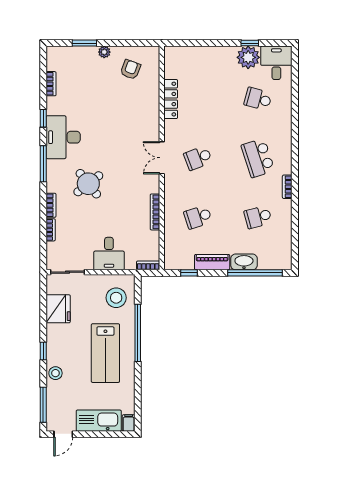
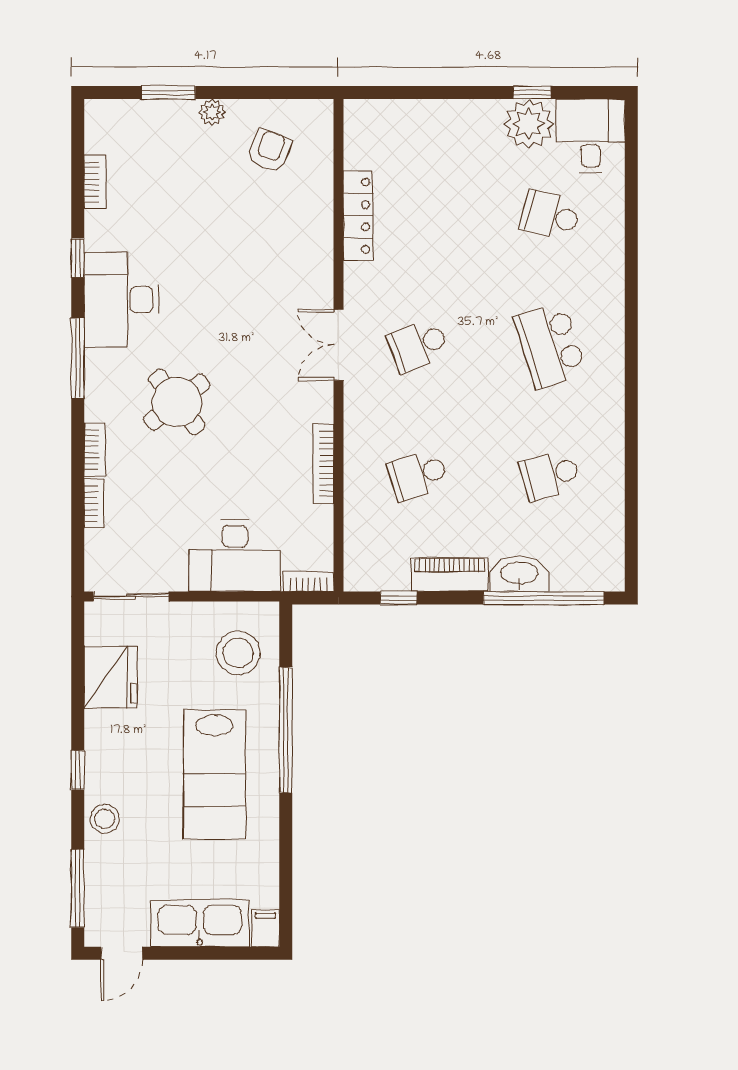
bookcase: (287, 187) -> (614, 409), removed
desk: (109, 254) -> (235, 556), width x1.37

